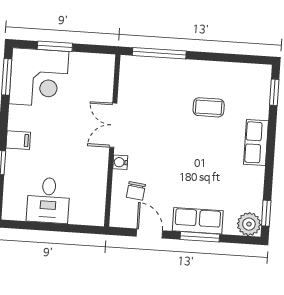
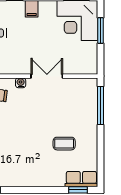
coffee table: (209, 107) -> (64, 144), turned 90
row of seats: (256, 143) -> (81, 179), moved

